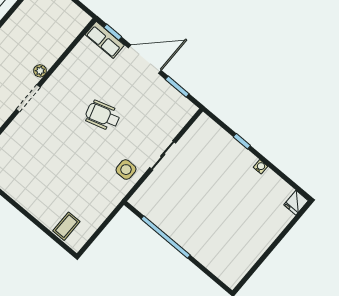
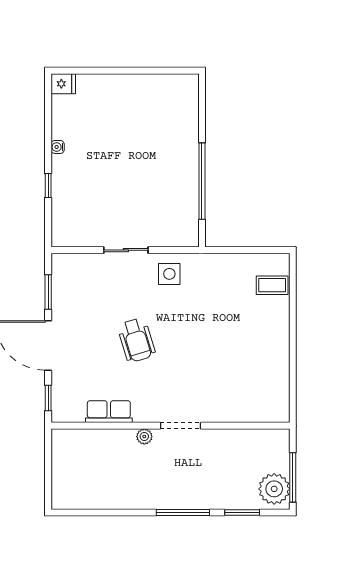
row of seats: (105, 40) -> (109, 412), moved, turned -90

